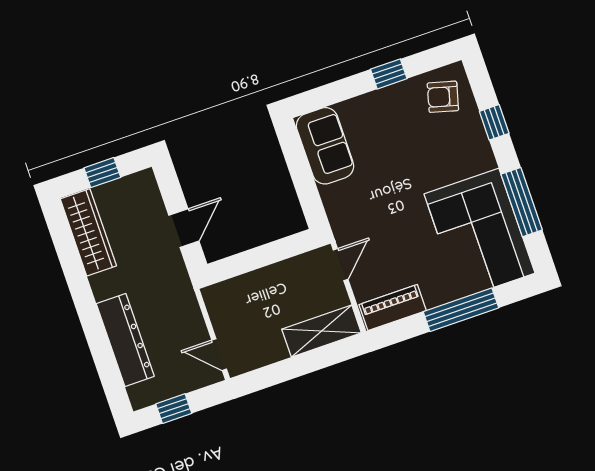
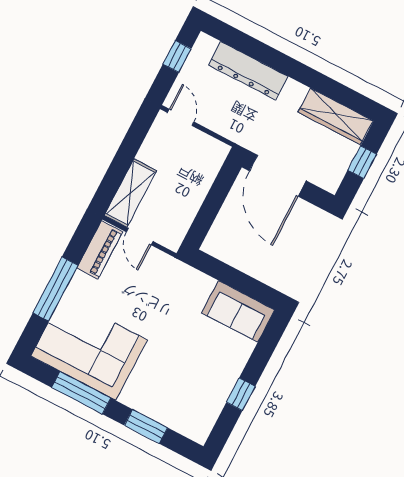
armchair: (443, 97) -> (193, 412), removed
window: (494, 122) -> (146, 427), width x1.50
door: (184, 228) -> (278, 176), width x1.87
door: (341, 265) -> (140, 237), moved
door: (219, 355) -> (181, 117), hinge flipped

